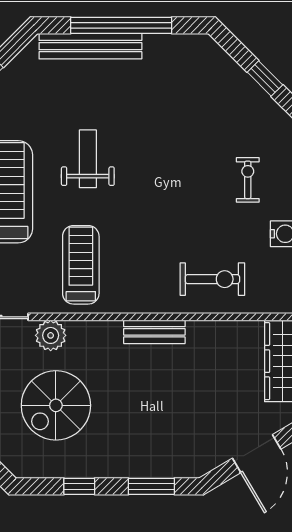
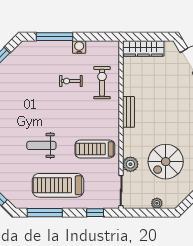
exercise bike: (248, 180) -> (71, 81), moved
spiral stairs: (56, 405) -> (166, 162), turned 90

